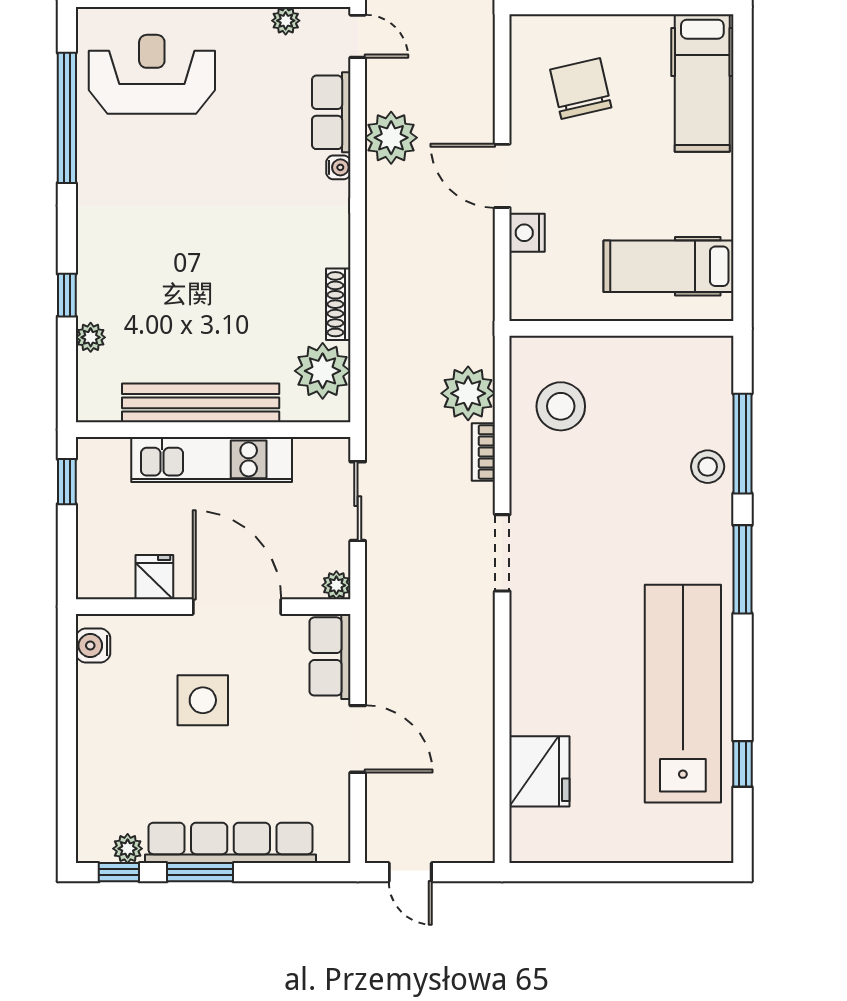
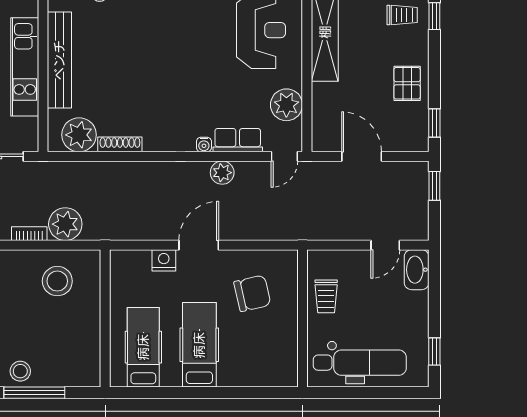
plant: (286, 21) -> (286, 105), width x1.87, depth x1.87
hospital bed: (702, 83) -> (199, 345), moved, turned 90
plant: (391, 138) -> (222, 173), width x0.73, depth x0.73

